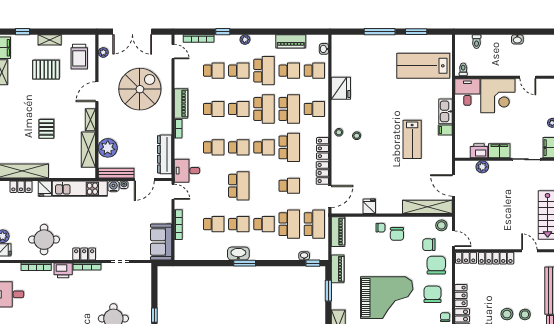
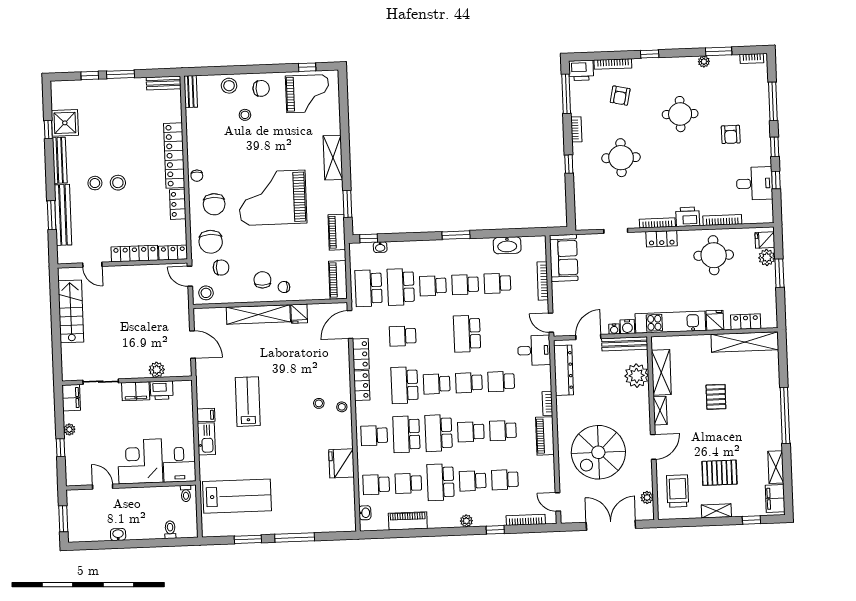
shelving: (427, 207) -> (258, 314), moved
washbasin: (238, 254) -> (507, 245), moved

